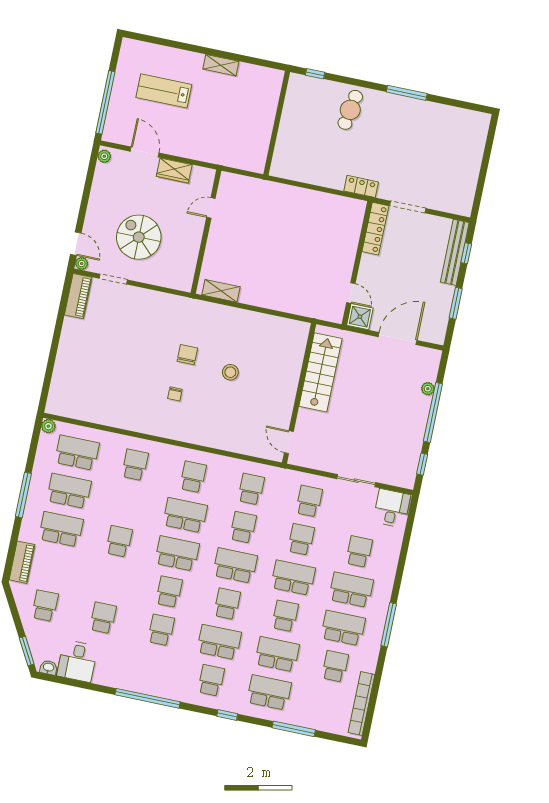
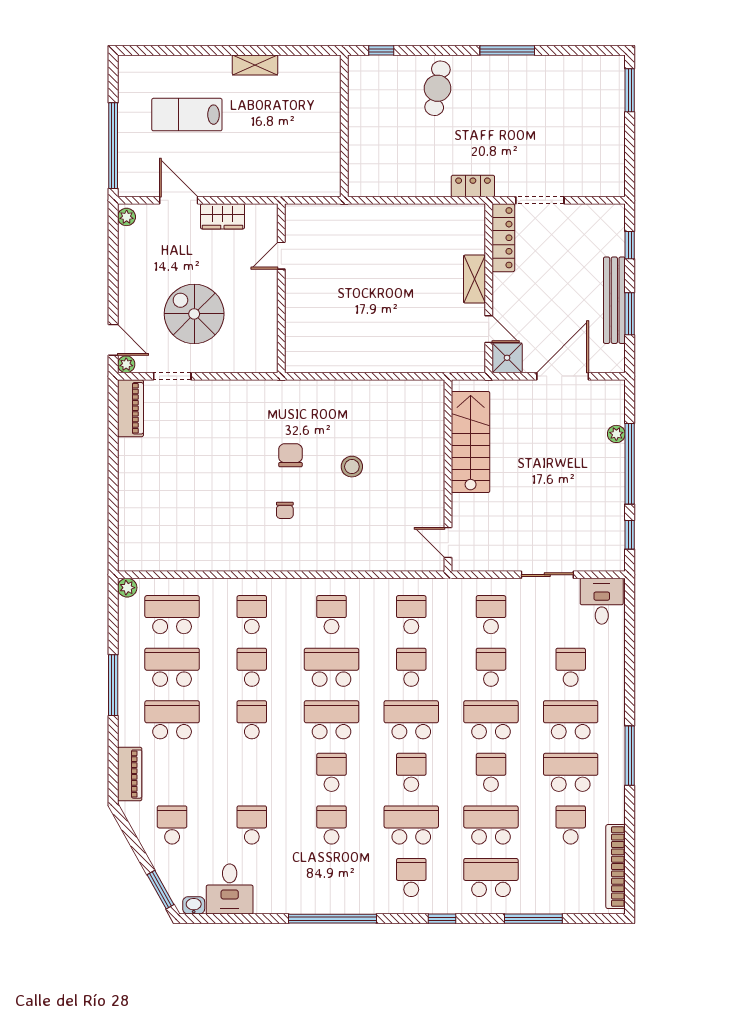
window: (490, 140) -> (630, 90), added
bench: (455, 252) -> (614, 300), moved
shelving: (221, 291) -> (474, 279), moved, turned 90
school desk: (127, 503) -> (252, 667), added

